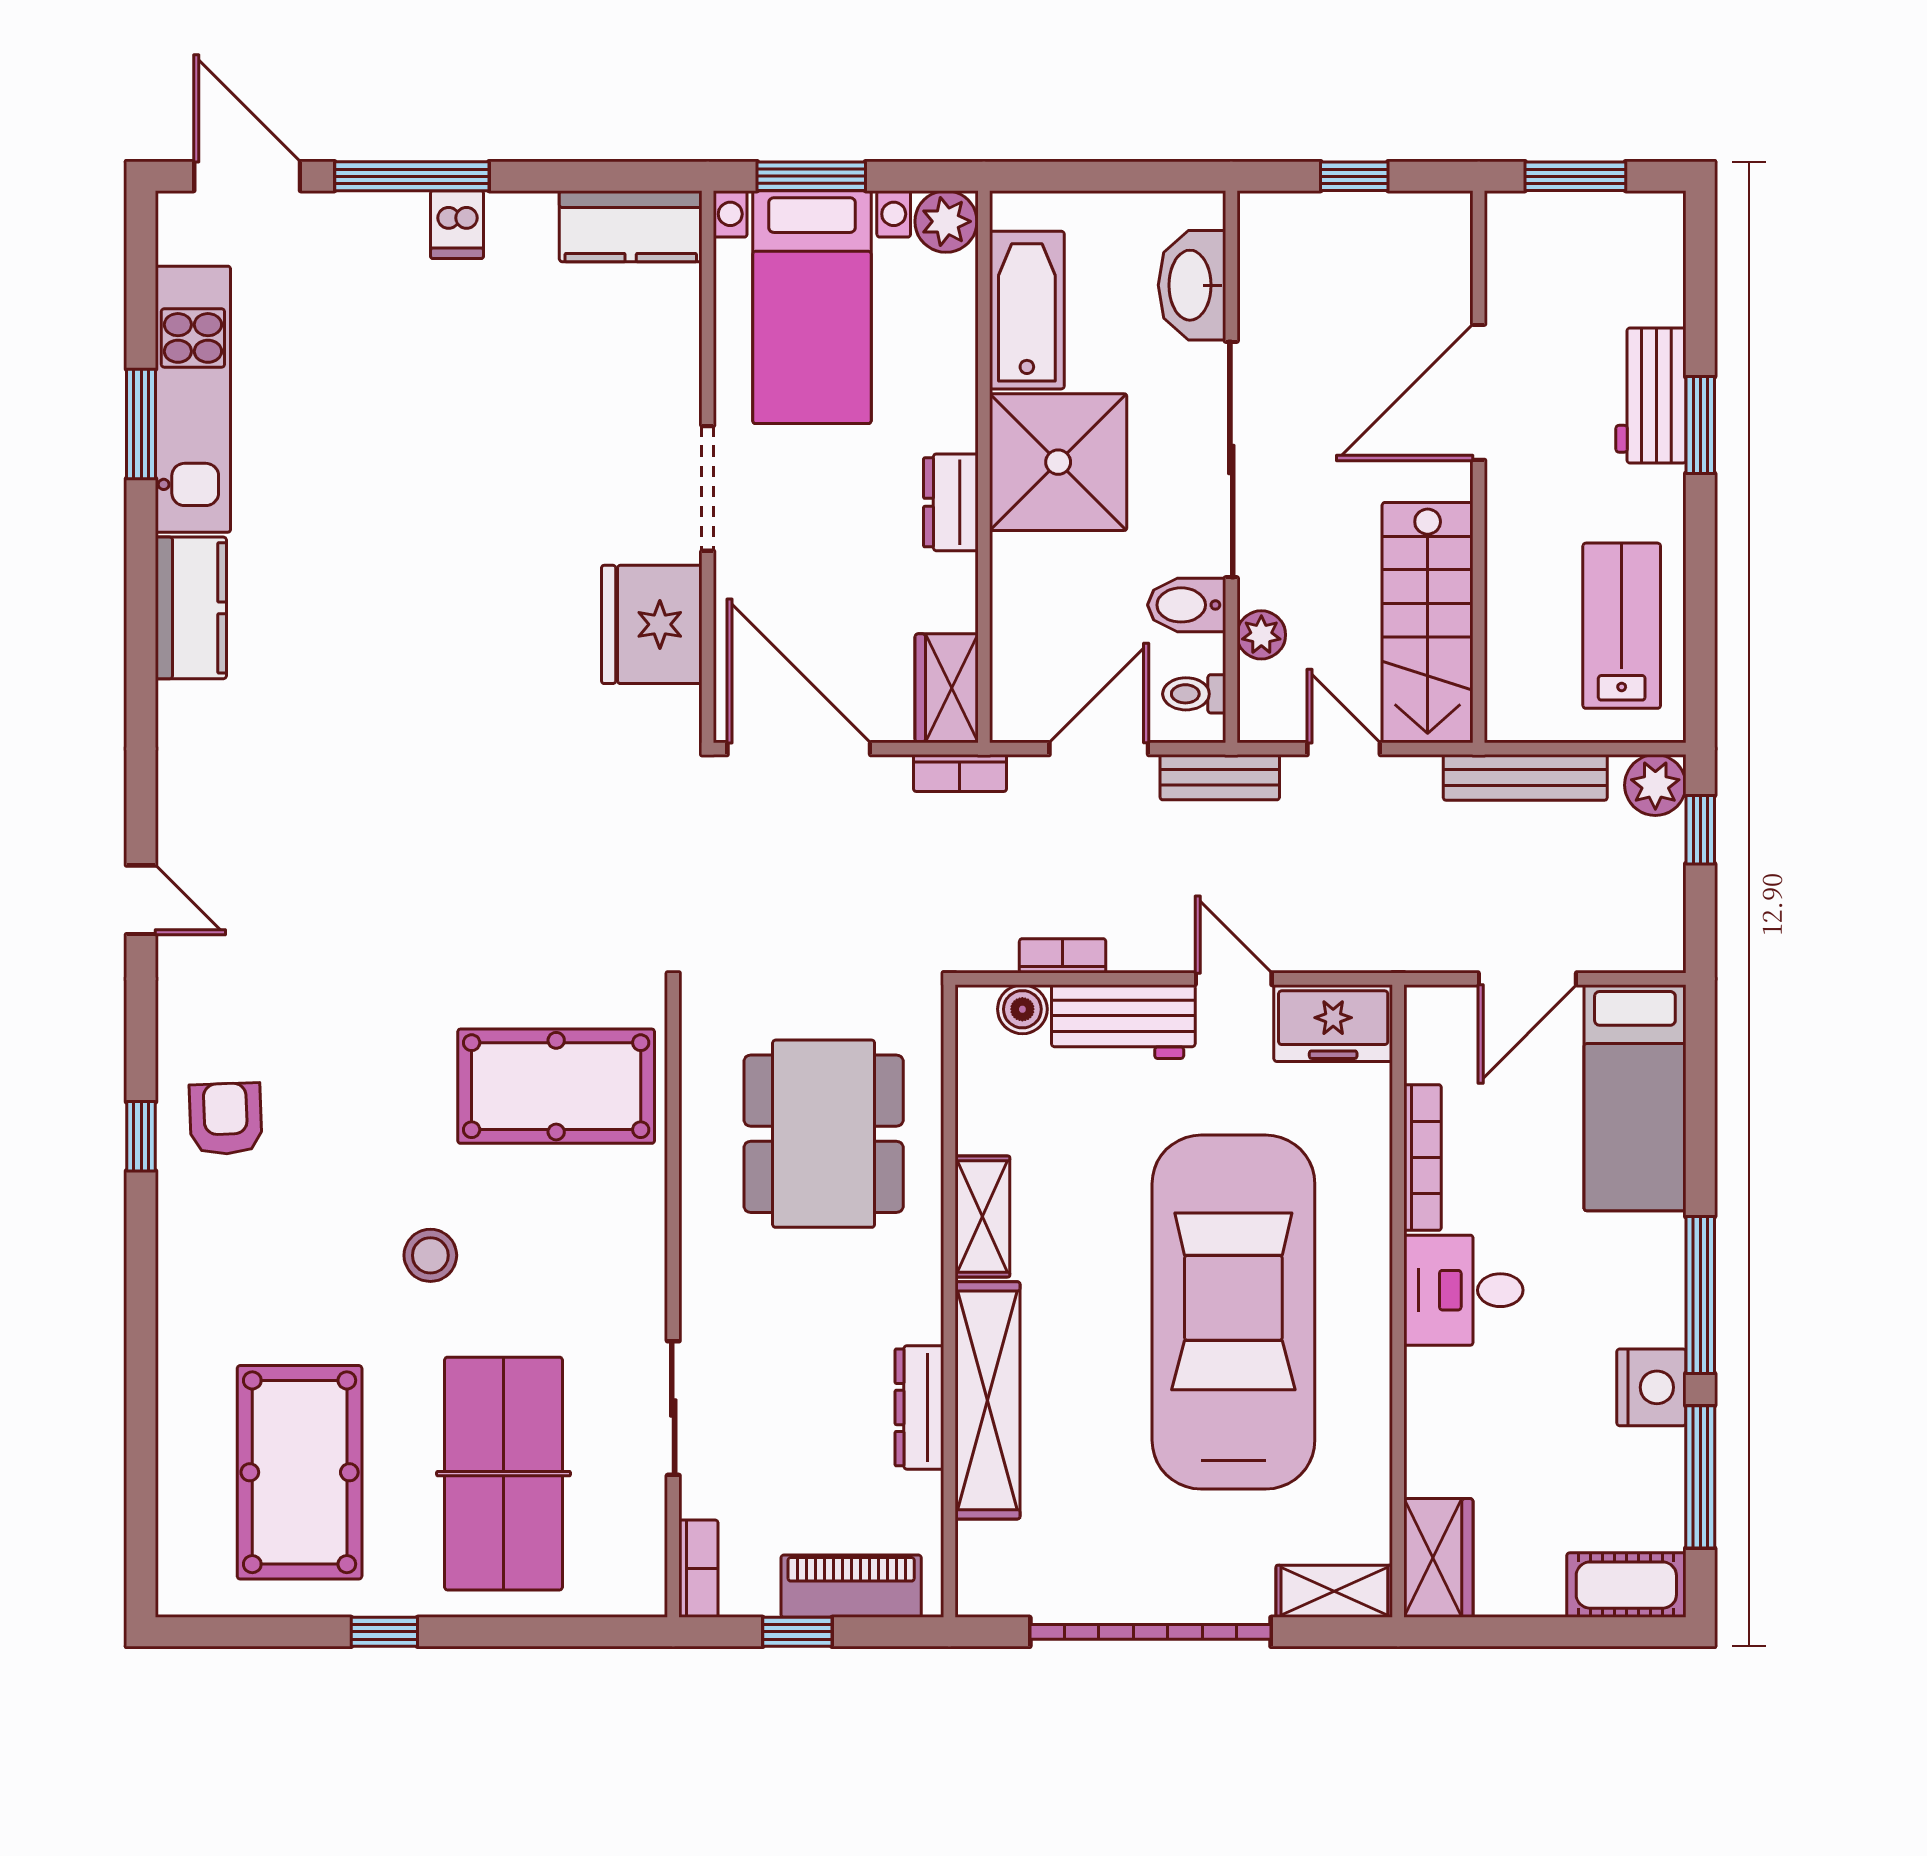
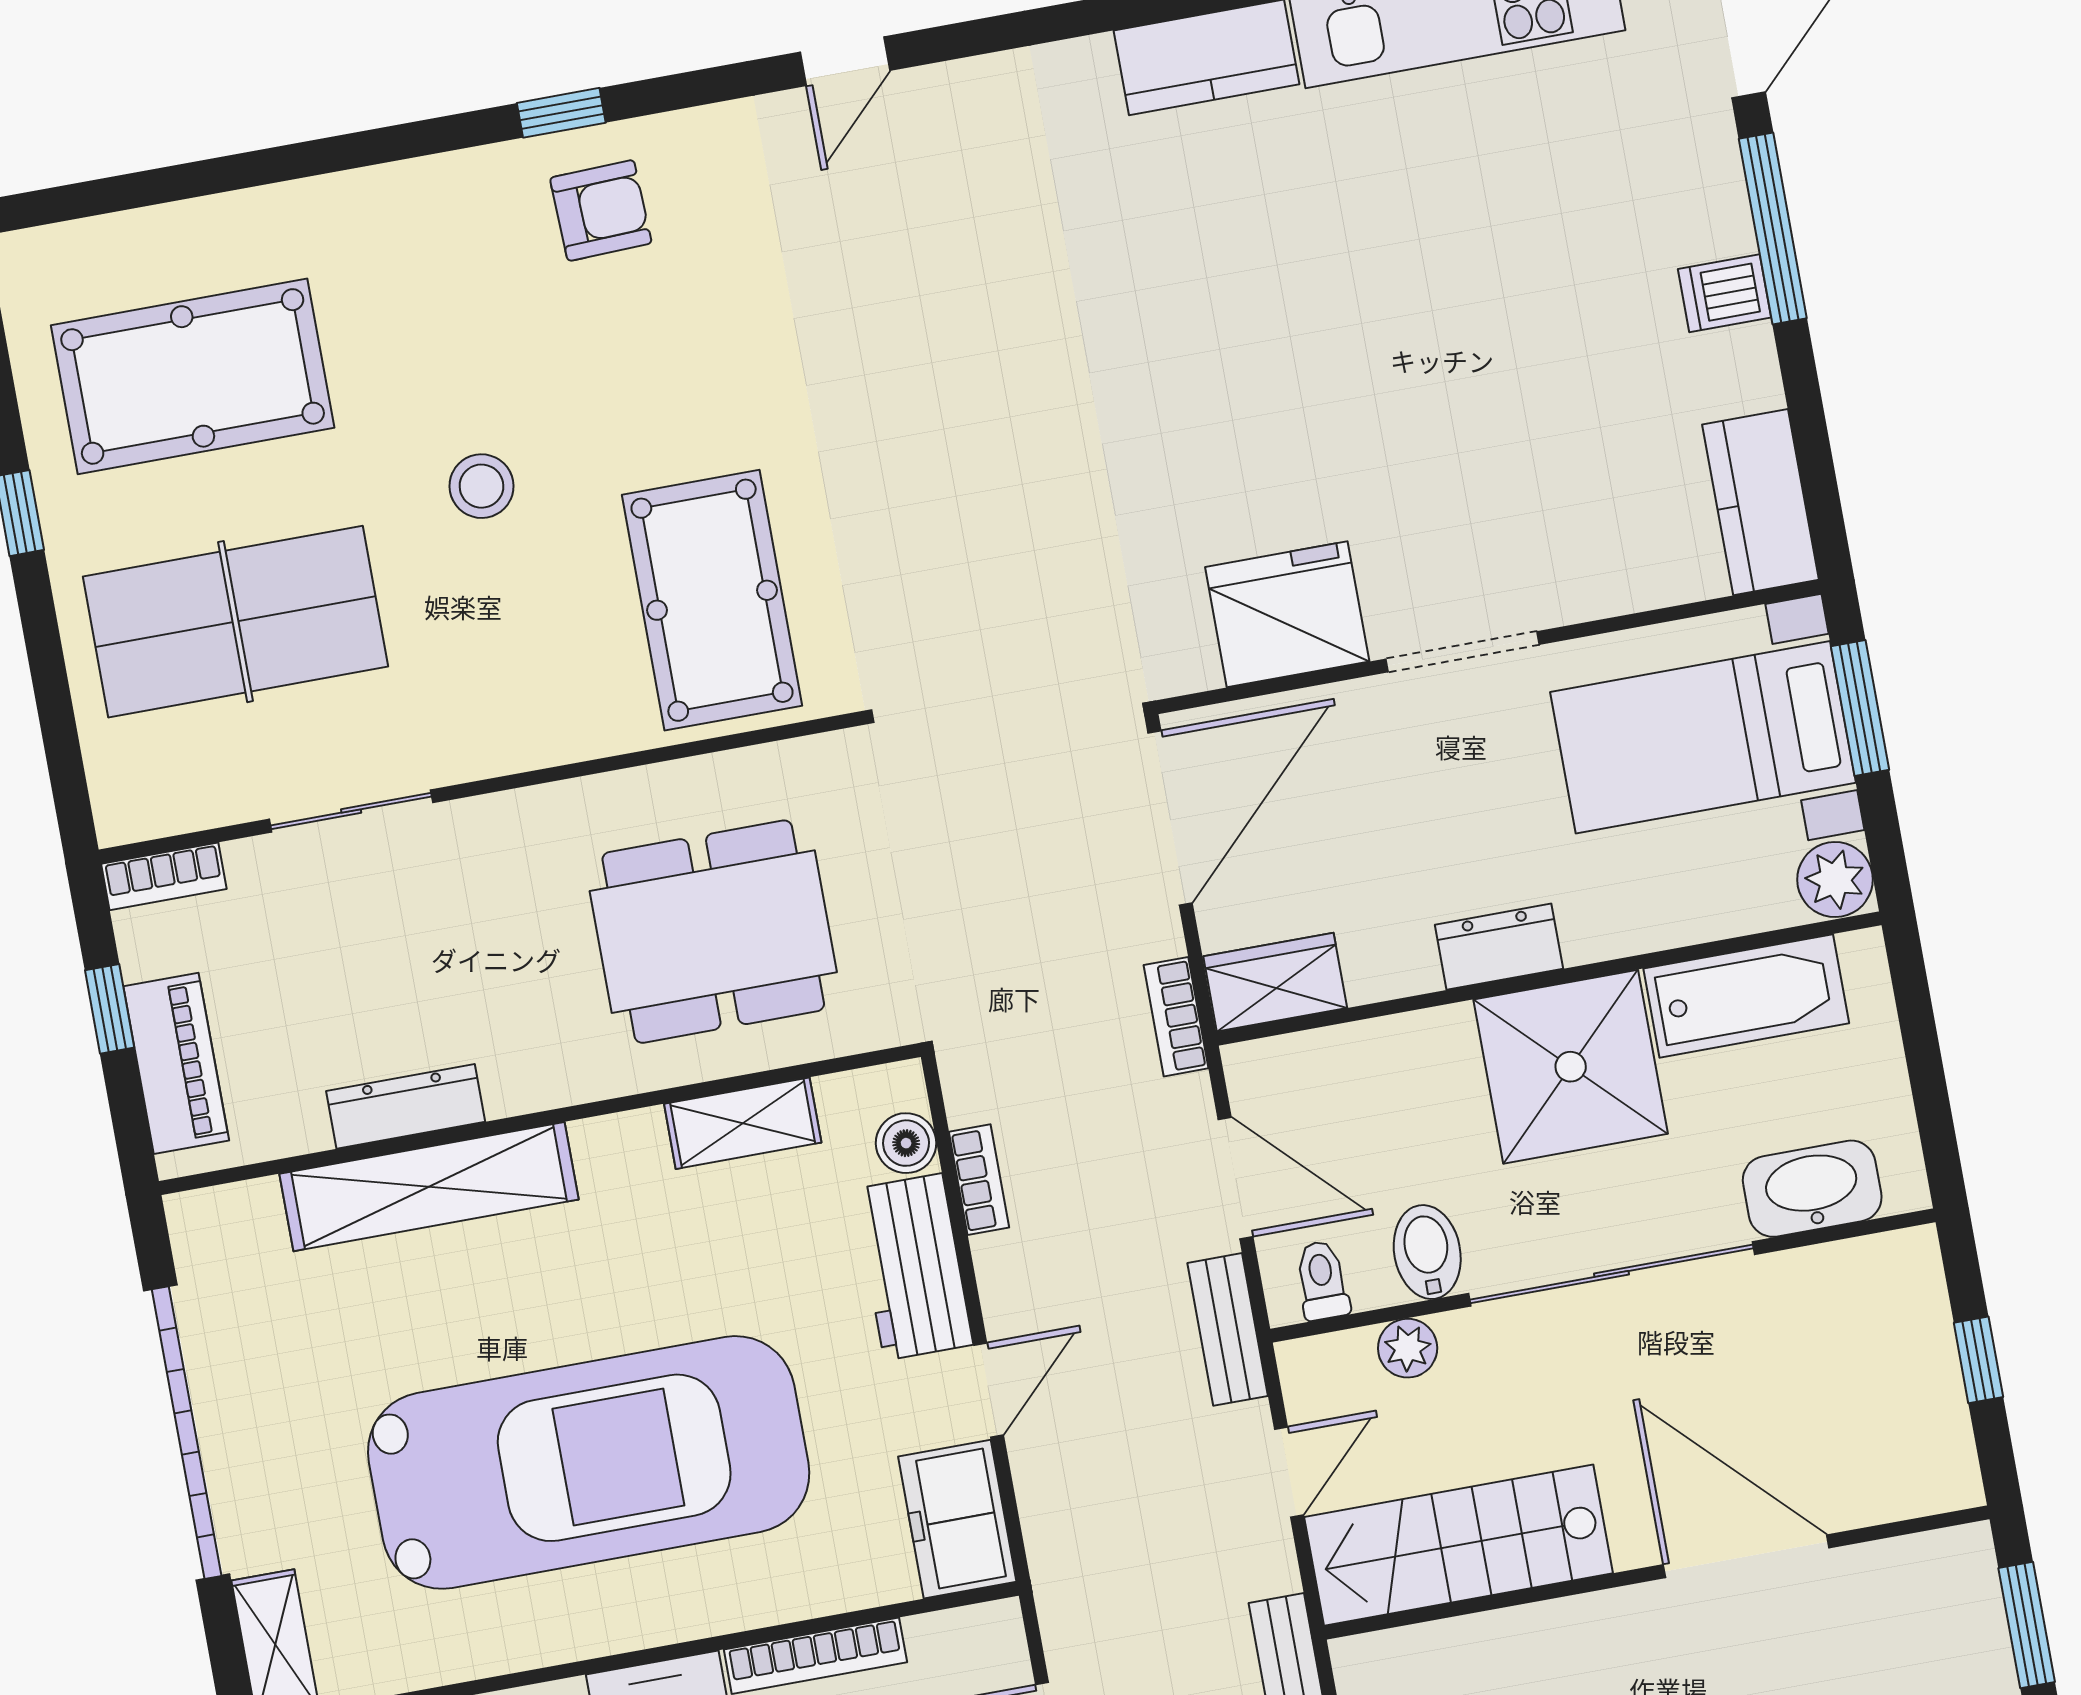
shelving: (982, 1216) -> (743, 1123), moved

